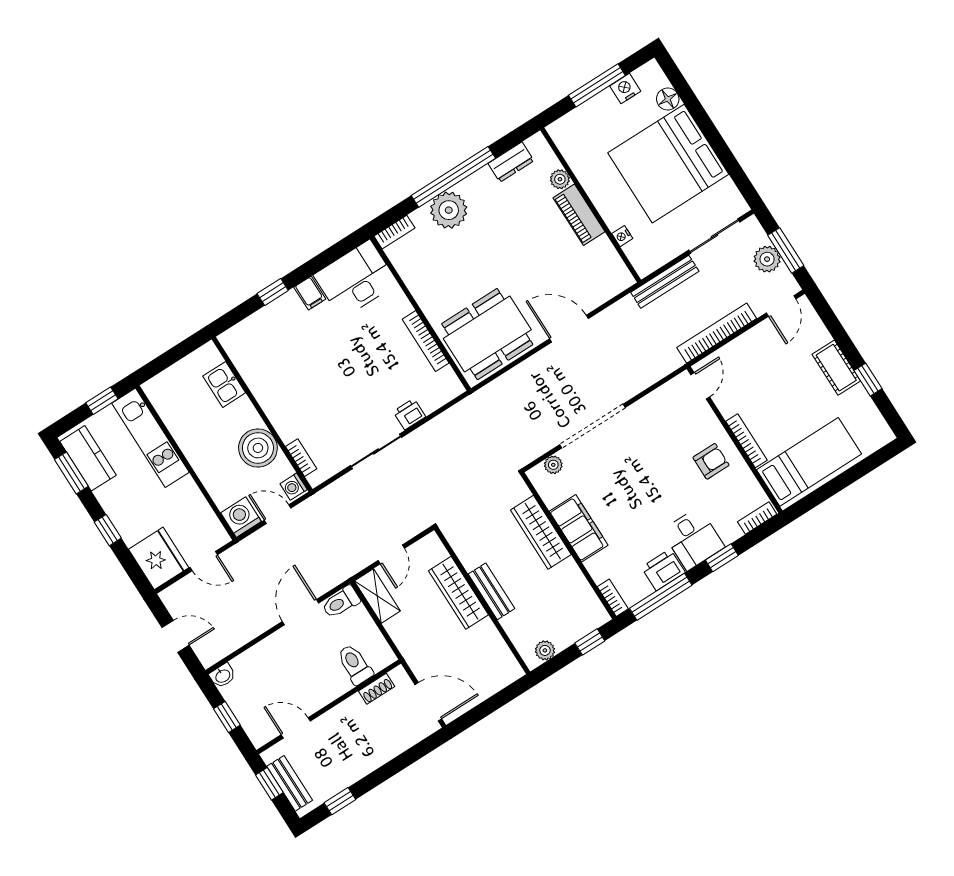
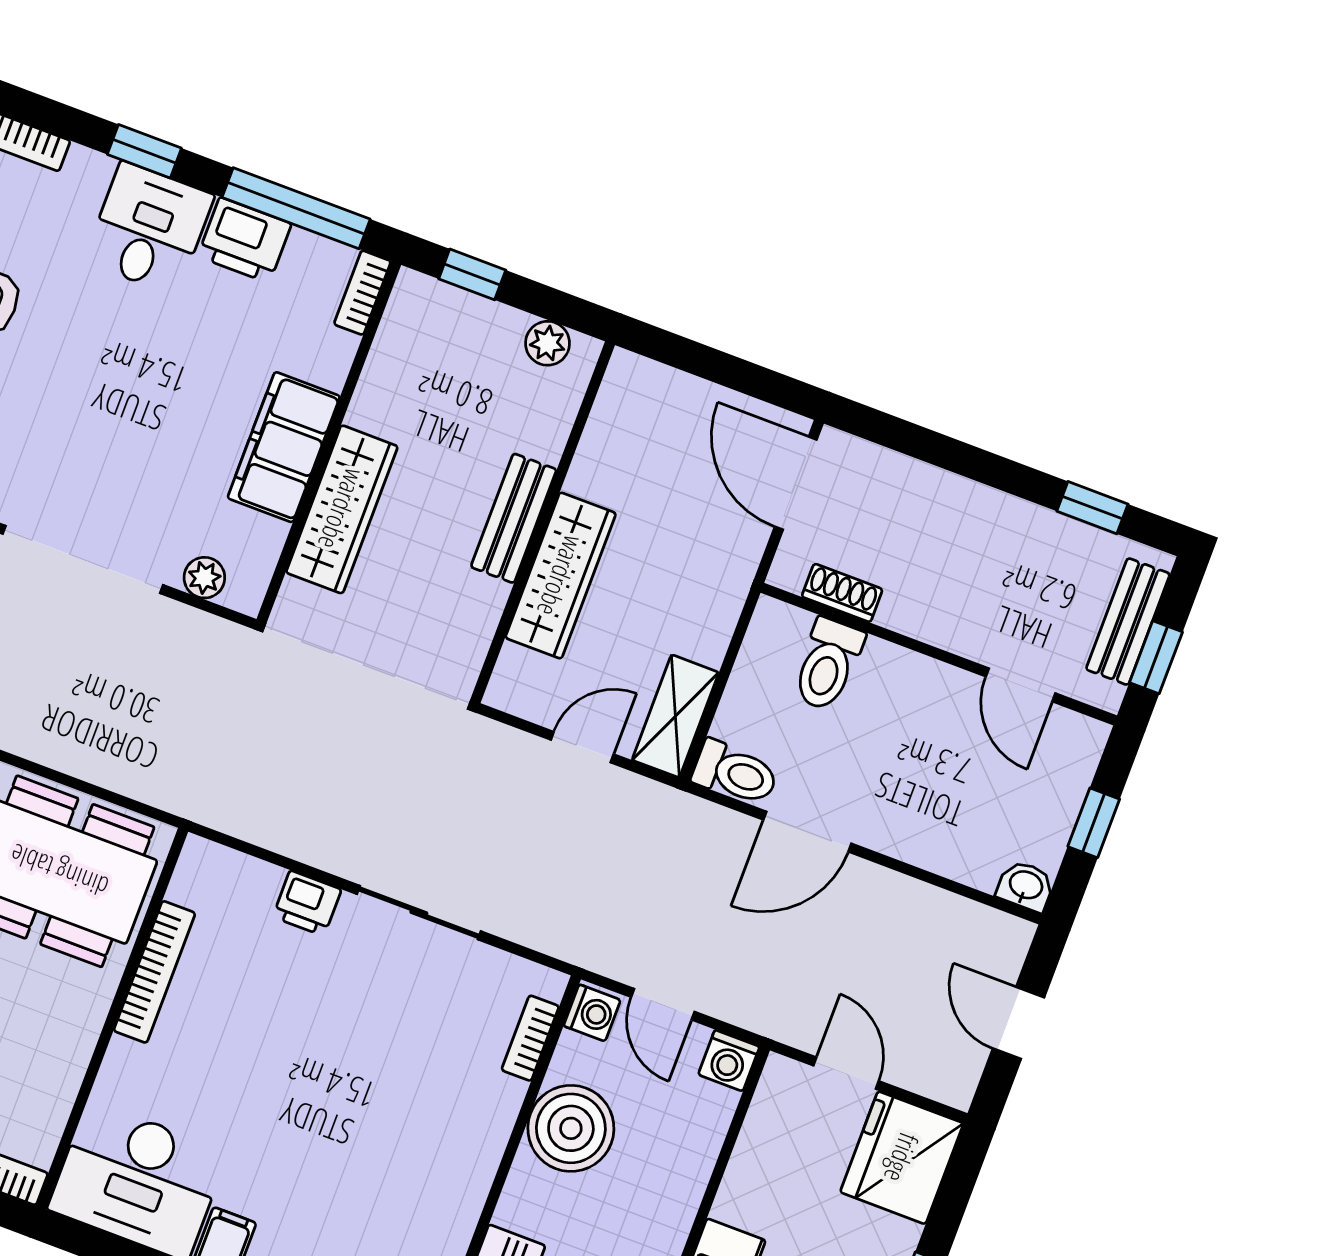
washing machine: (241, 517) -> (729, 1061), width x0.73, depth x0.73

